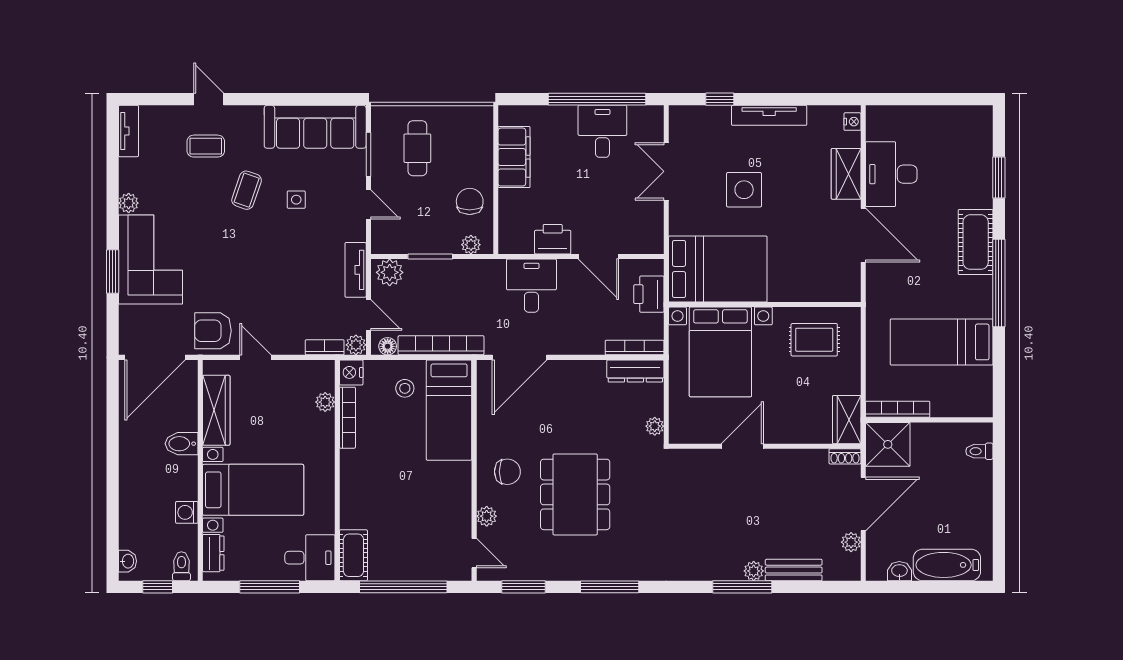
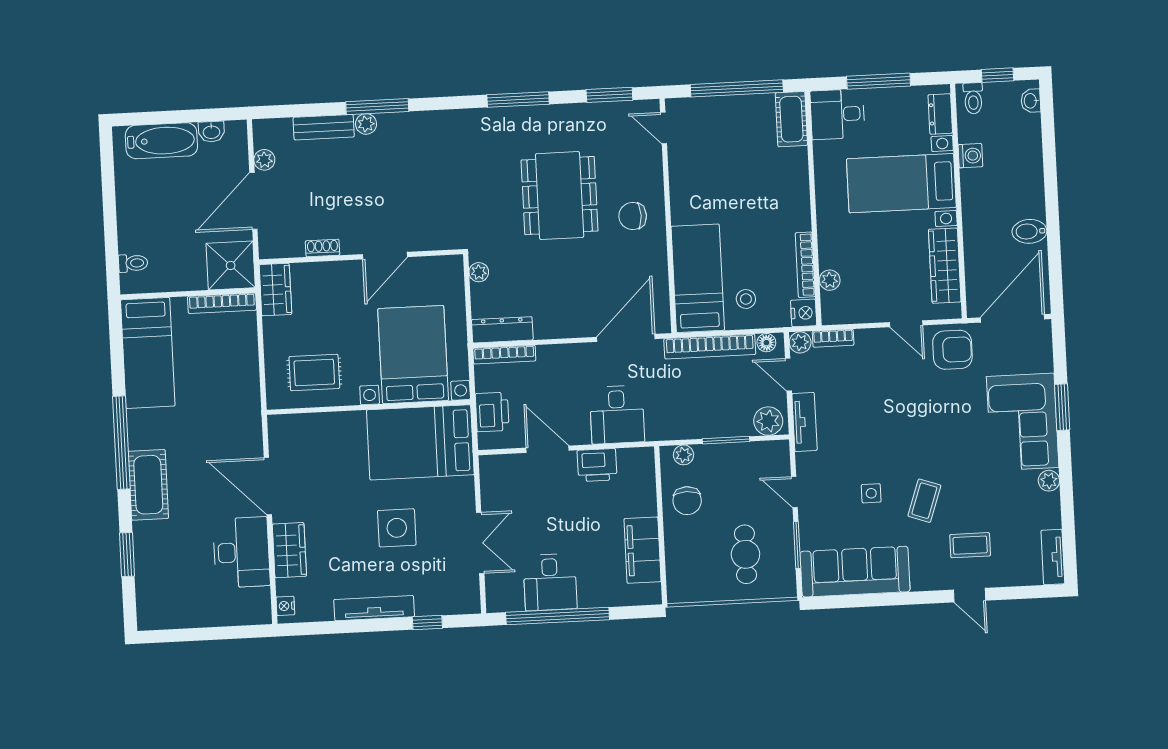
bed: (942, 342) -> (148, 353), moved, turned 90
bidet: (182, 444) -> (1029, 231), moved, turned 180
shoe rack: (845, 456) -> (323, 248), moved
plant: (487, 516) -> (652, 168), removed

